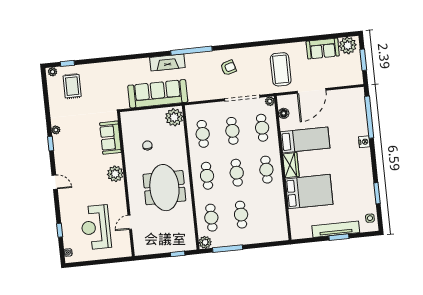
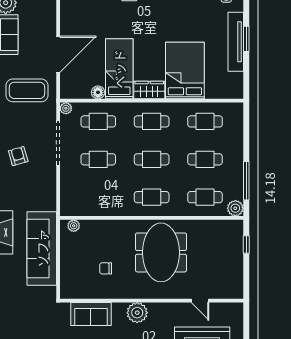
door: (312, 91) -> (58, 54), hinge flipped
floor lamp: (284, 113) -> (98, 92), moved
plant: (174, 117) -> (74, 226), width x0.53, depth x0.53
cafe table: (203, 134) -> (205, 121), moved
meeting table: (164, 188) -> (161, 252), turned 90

